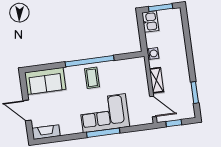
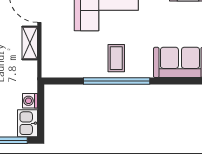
washing machine: (153, 54) -> (30, 101), moved

